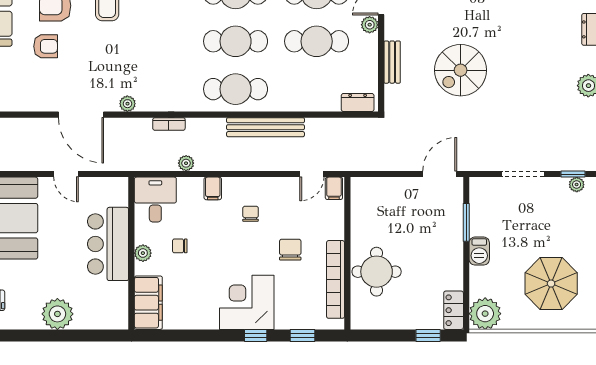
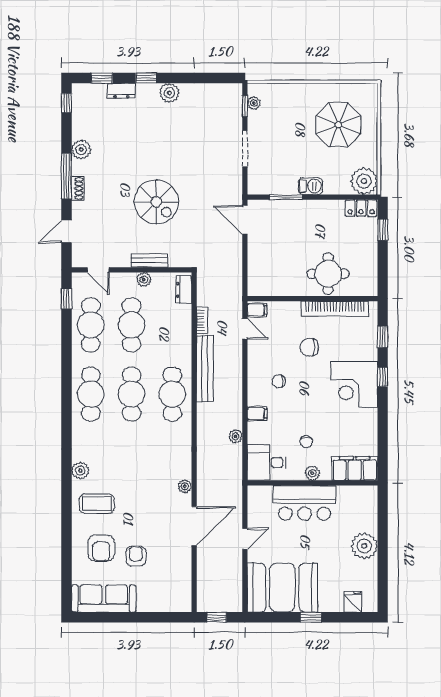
plant: (370, 25) -> (144, 280), moved
bookcase: (169, 124) -> (202, 320), moved

